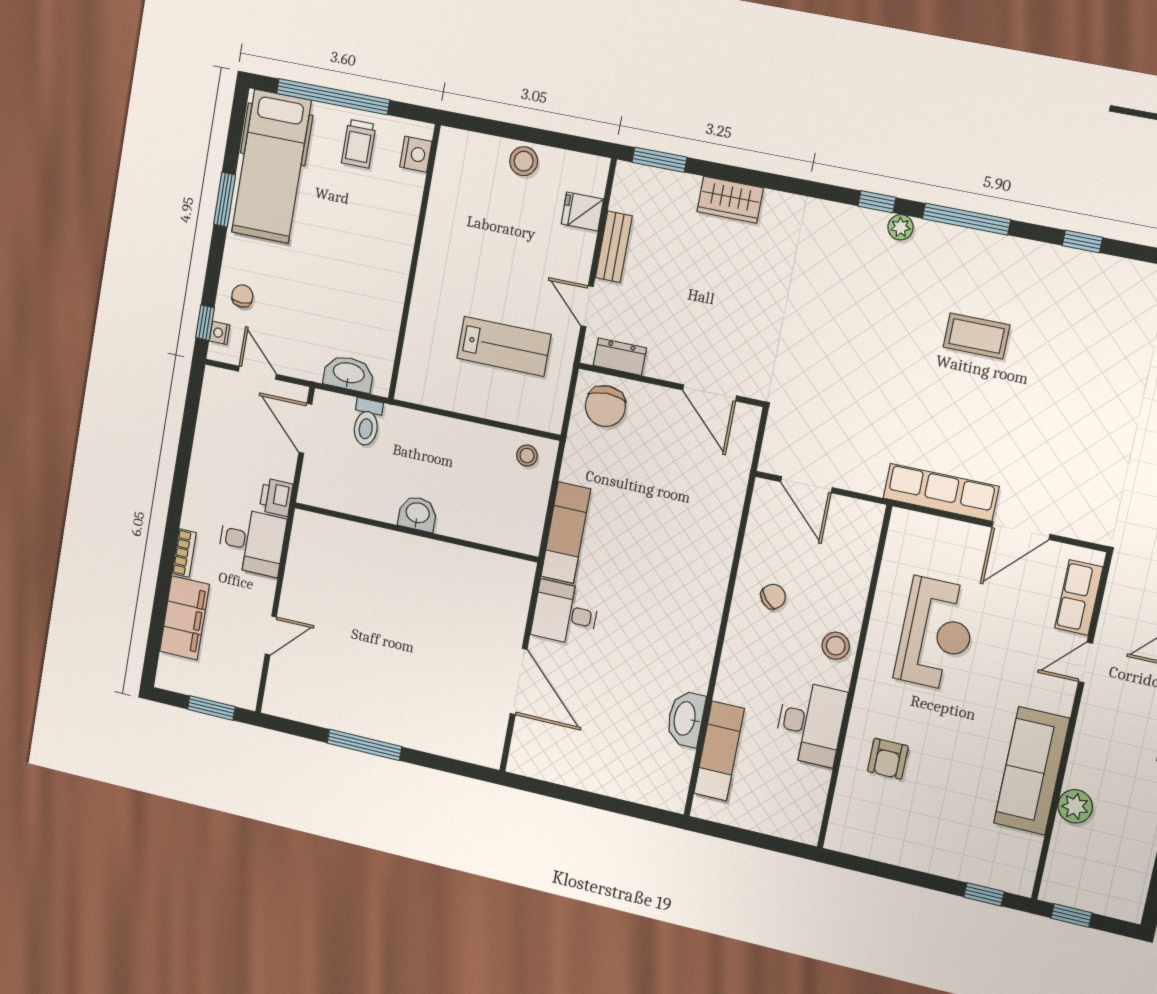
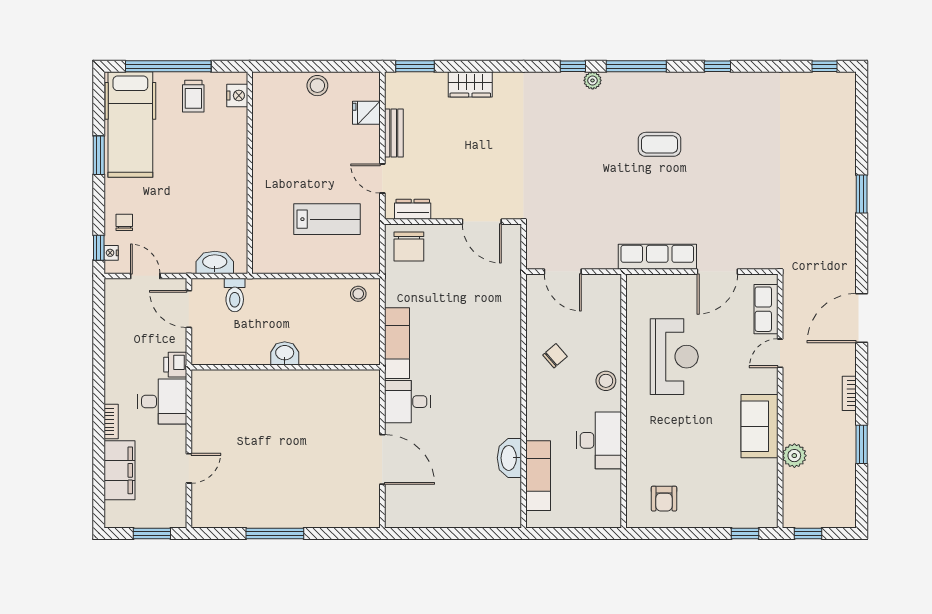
armchair: (888, 759) -> (664, 499), moved
sofa: (1032, 771) -> (760, 426), width x0.73

